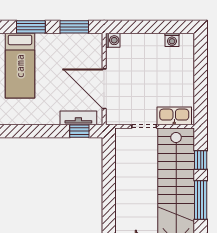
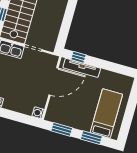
door: (104, 89) -> (53, 81), hinge flipped
tv unit: (78, 118) -> (82, 68), width x1.41

